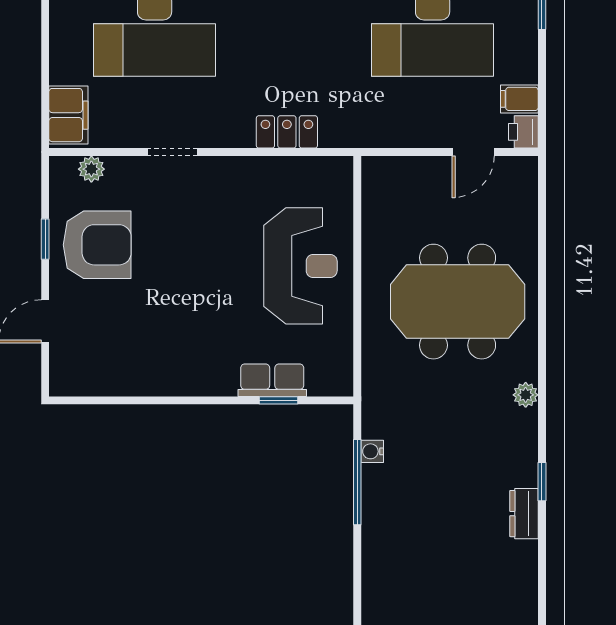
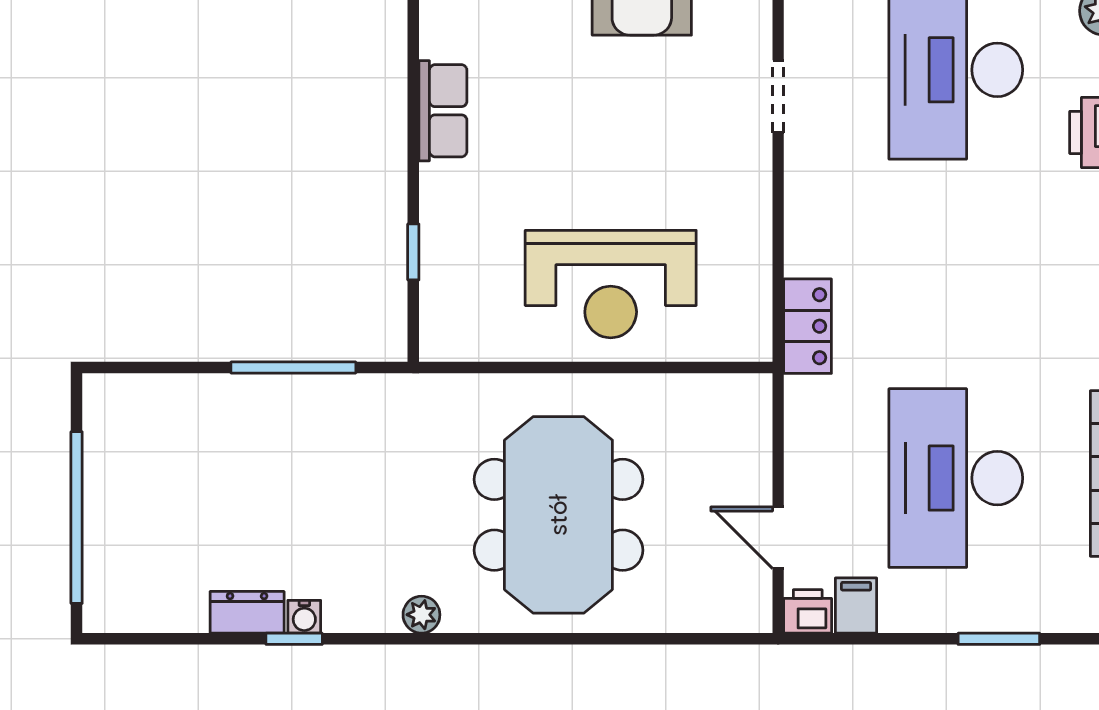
locker: (287, 132) -> (808, 326), moved
row of seats: (272, 380) -> (443, 111), moved
water cooler: (372, 451) -> (304, 617), moved, turned 180

